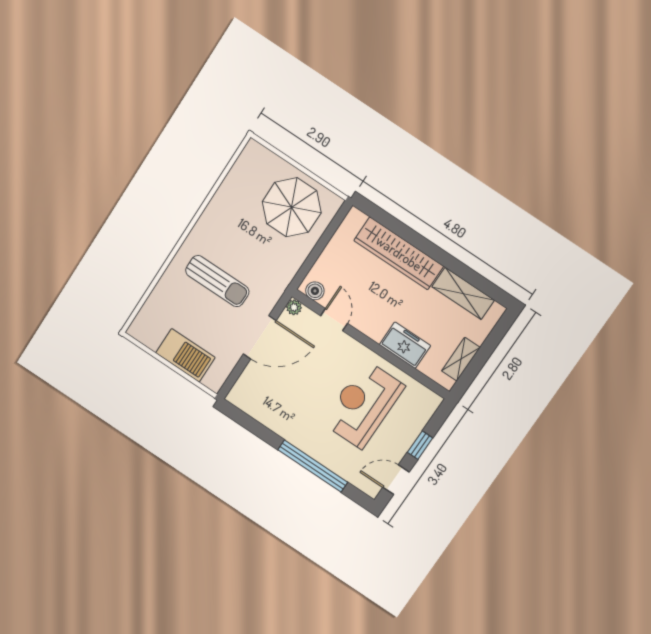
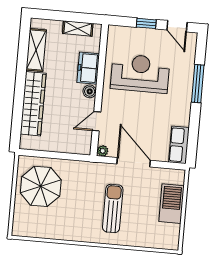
boiler: (315, 291) -> (90, 91), moved
row of seats: (251, 403) -> (179, 145), added
reception desk: (363, 404) -> (140, 73), turned 180
window: (313, 466) -> (198, 84), width x0.68

